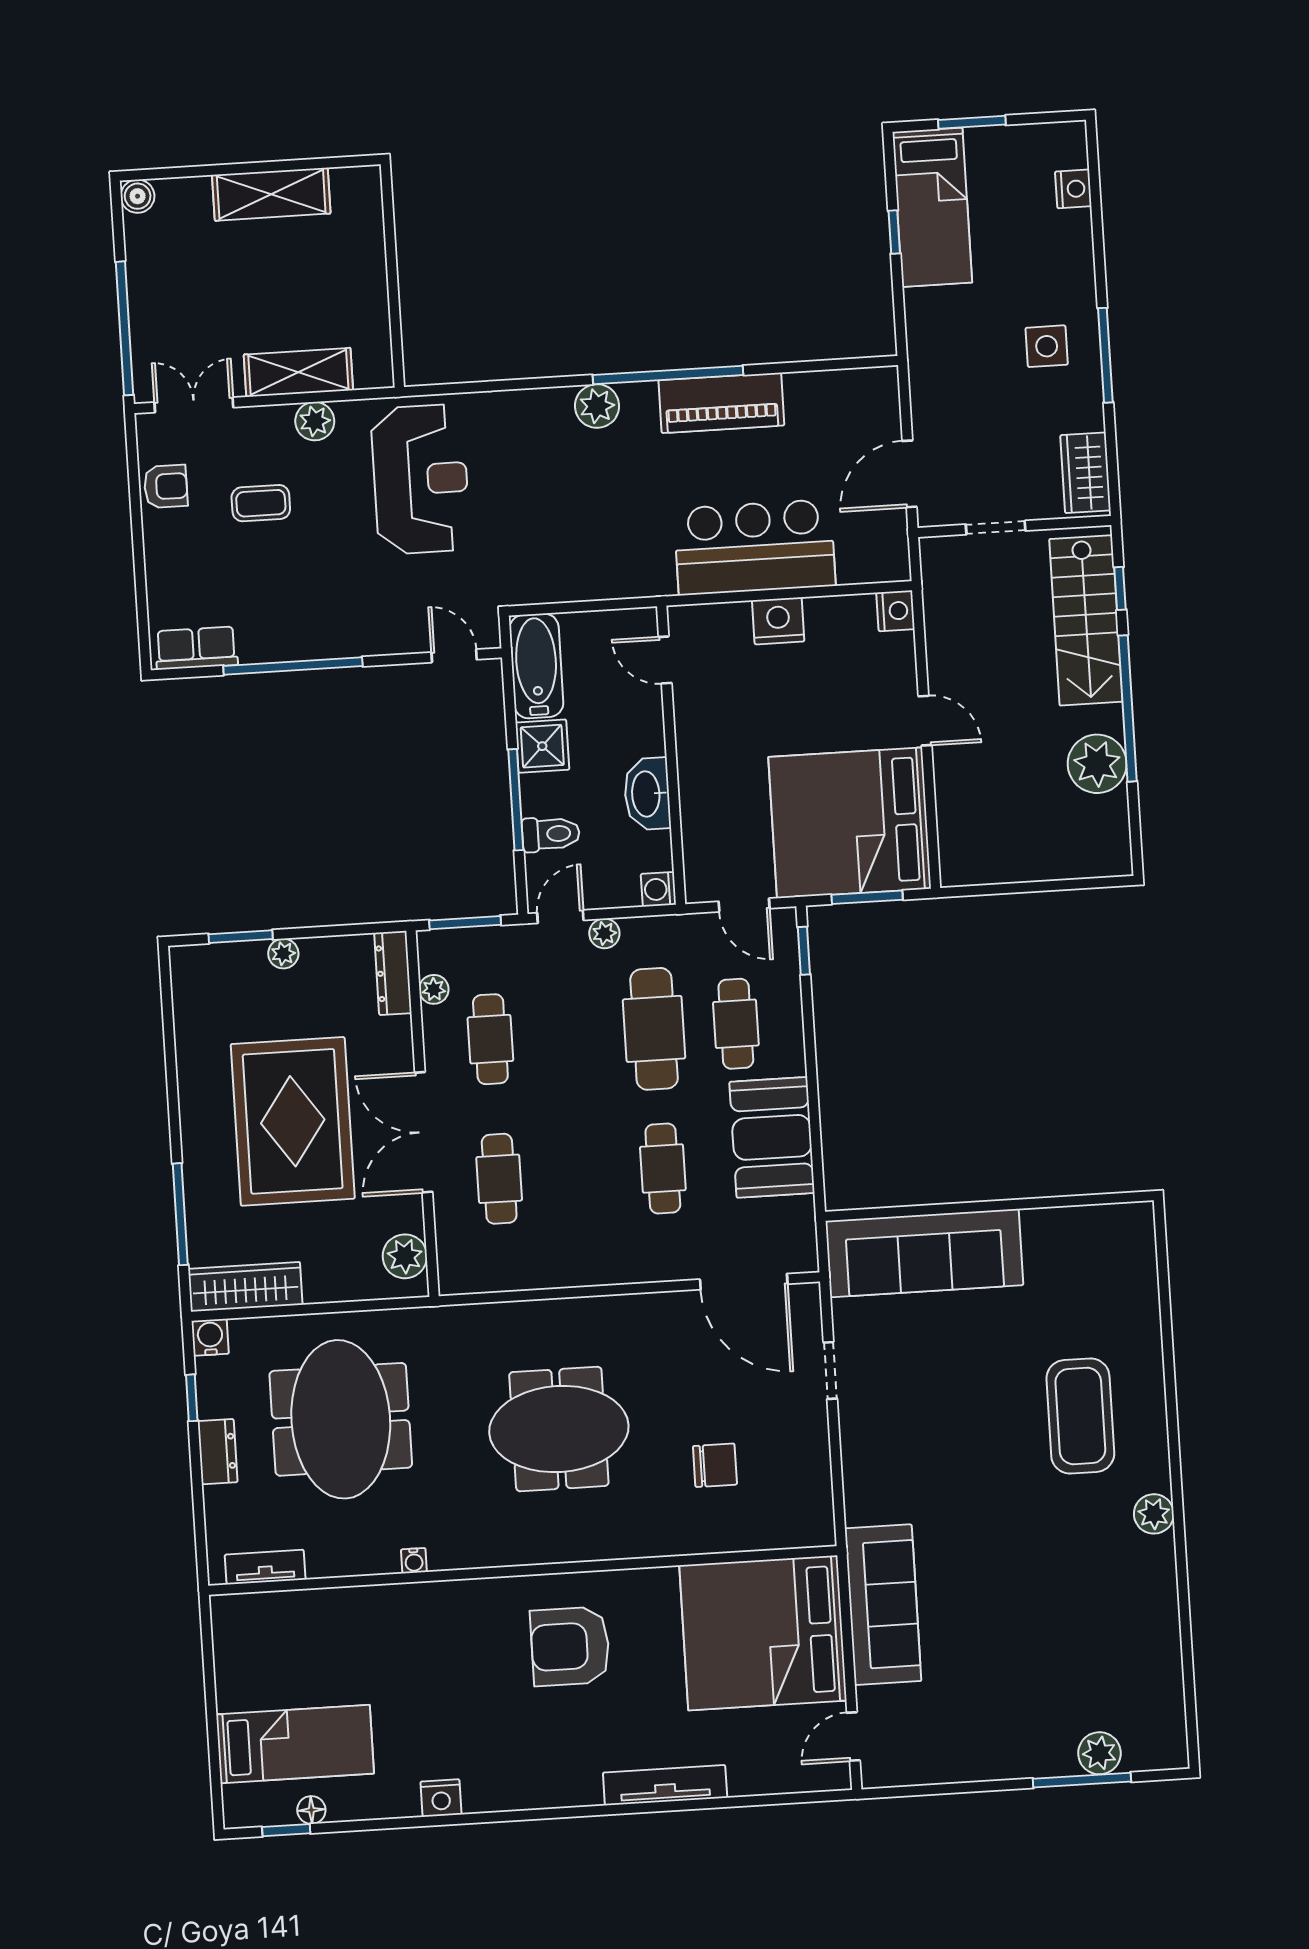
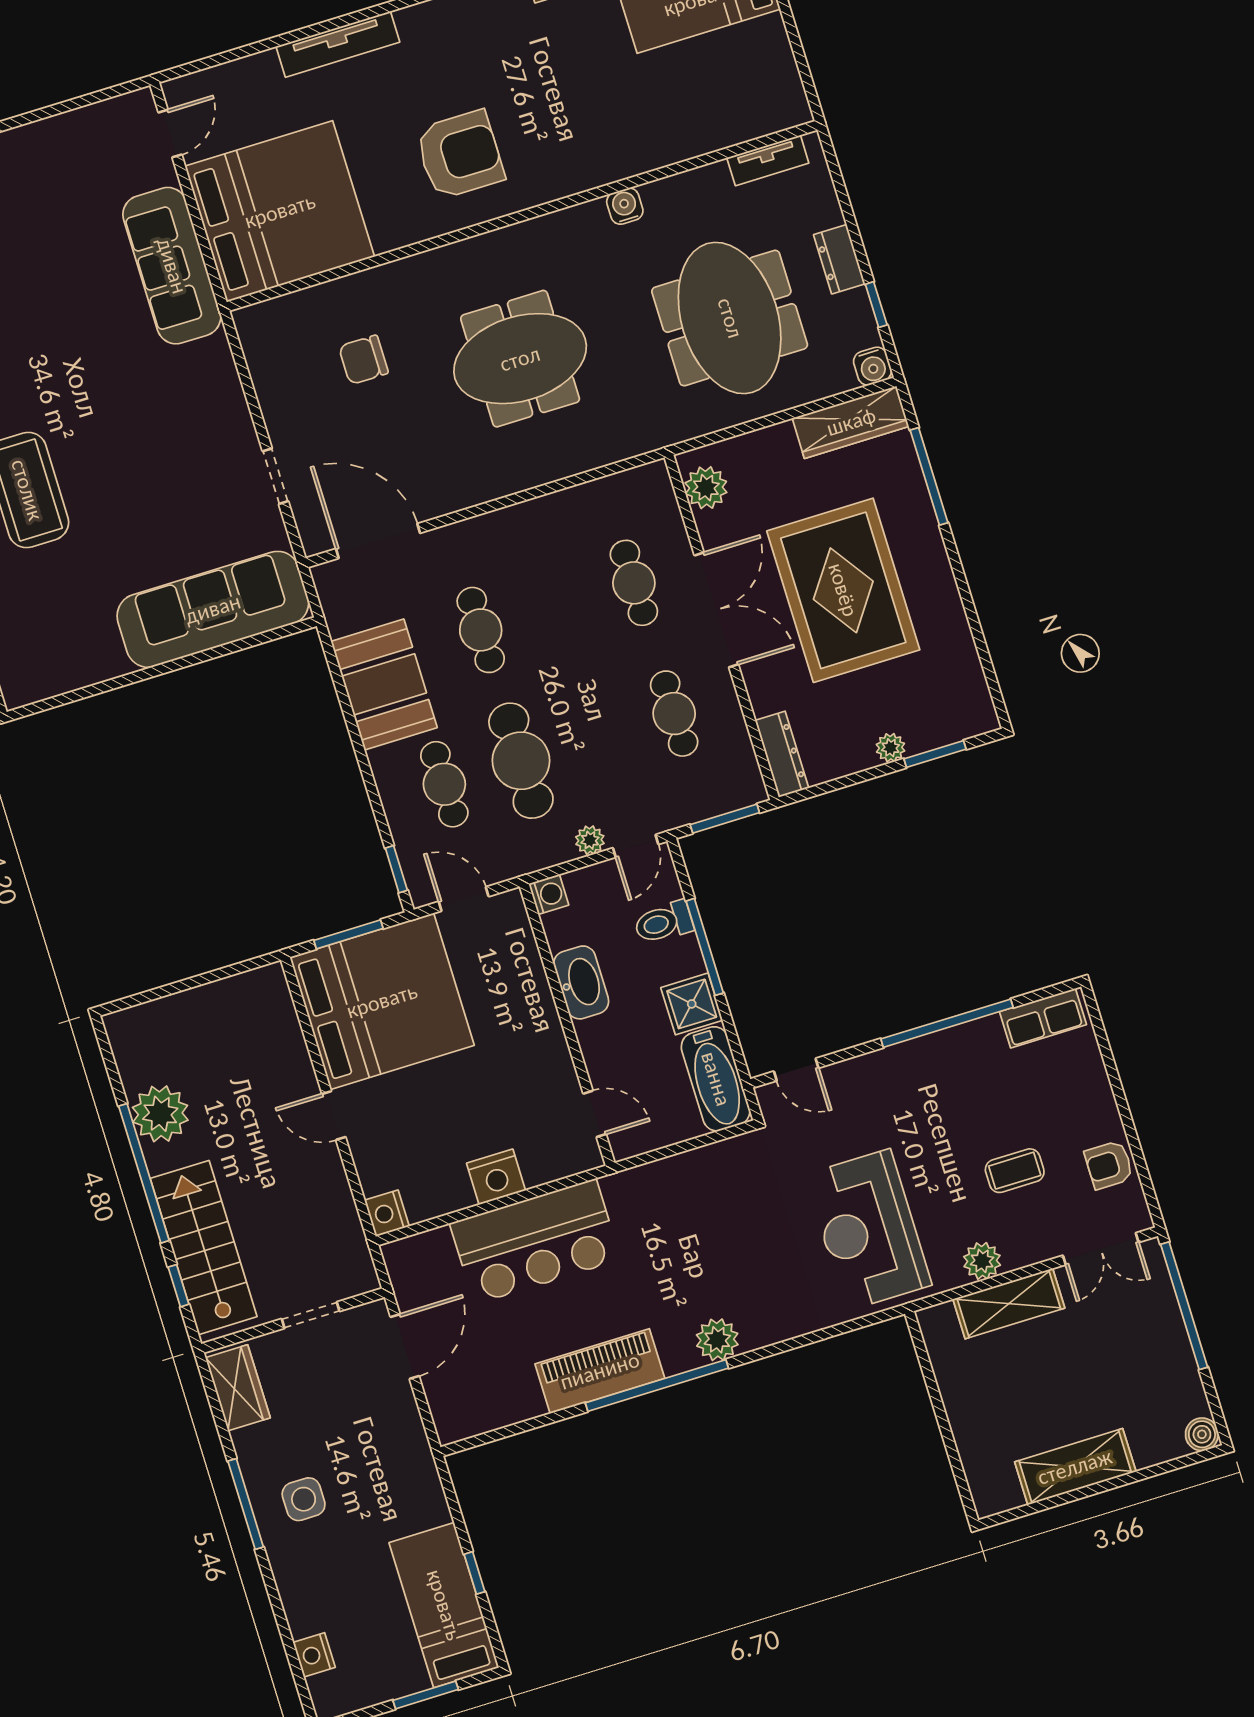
plant: (434, 989) -> (739, 748), removed
water cooler: (414, 1561) -> (625, 206), width x1.38, depth x1.38

